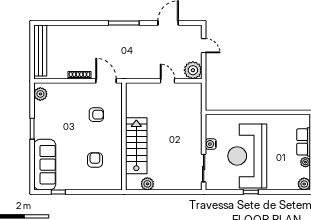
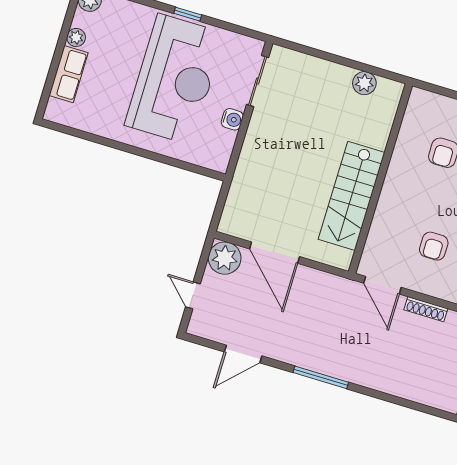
door: (168, 81) -> (275, 253), width x1.87
armchair: (96, 115) -> (434, 246), moved, turned -90
stairs: (136, 146) -> (352, 196), moved

